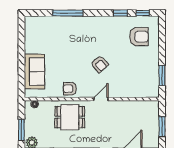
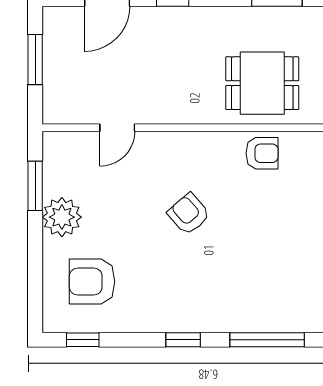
window: (120, 13) -> (183, 340), moved
plant: (151, 63) -> (62, 217), added
door: (101, 99) -> (117, 128), moved

